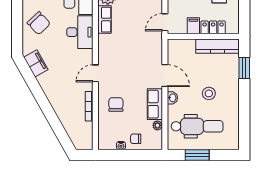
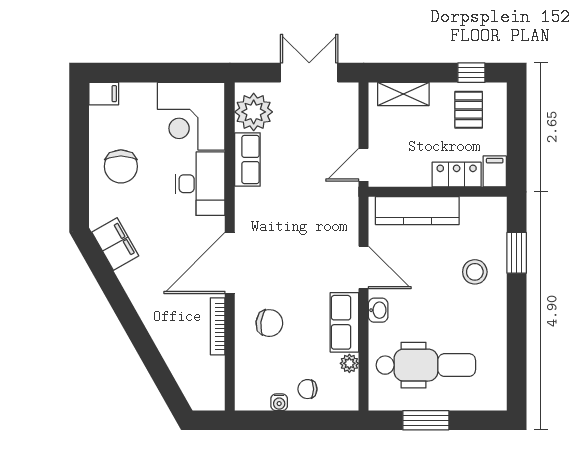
chair: (39, 23) -> (121, 166), turned 44
filing cabinet: (193, 26) -> (495, 171), moved
kitchen counter: (218, 46) -> (417, 211), moved
door: (95, 73) -> (230, 263), width x1.88
stool: (209, 93) -> (475, 272), moved
chair: (116, 104) -> (269, 323), turned 97

